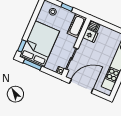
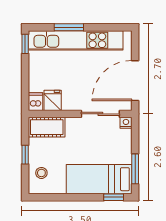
bed: (39, 44) -> (99, 179), width x0.67
door: (81, 86) -> (135, 81), hinge flipped

